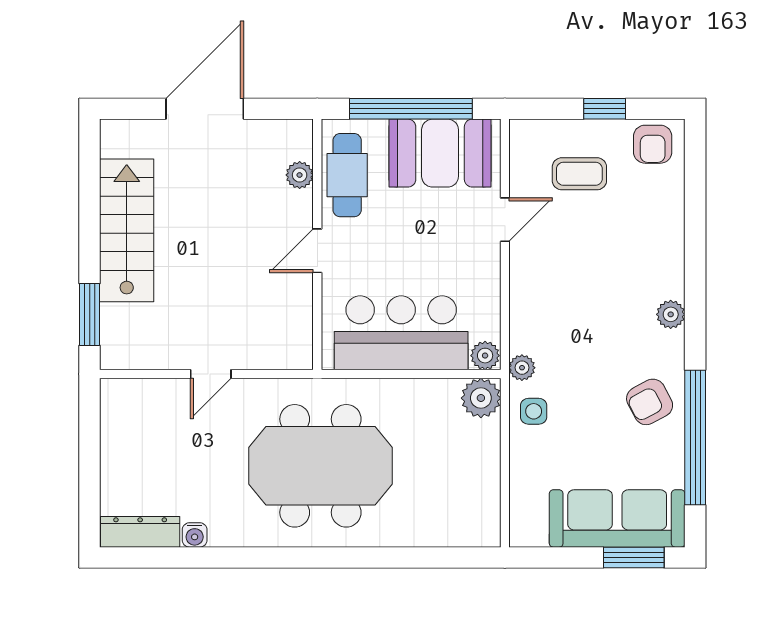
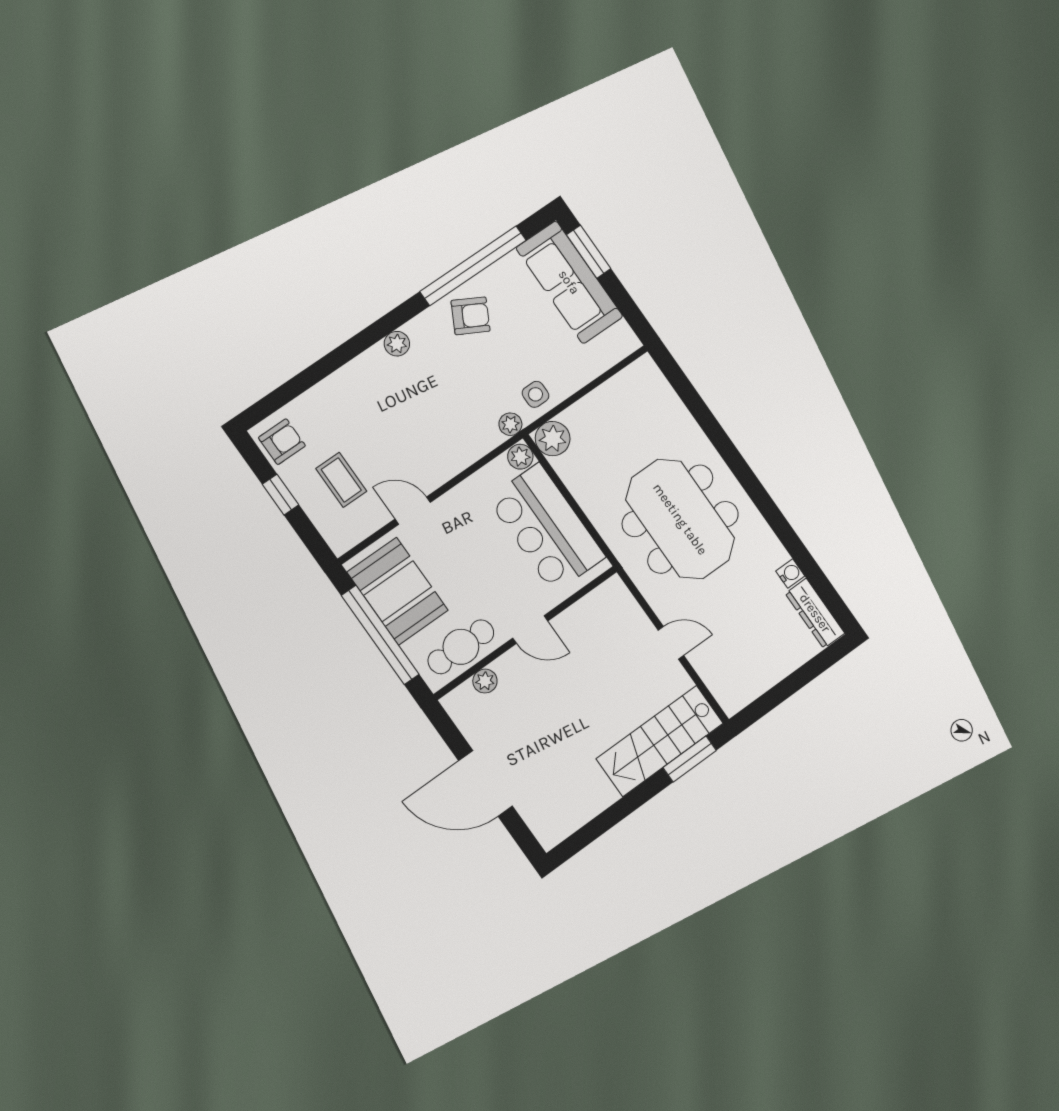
stairs: (127, 230) -> (660, 741), moved
armchair: (650, 402) -> (471, 316), turned -34

